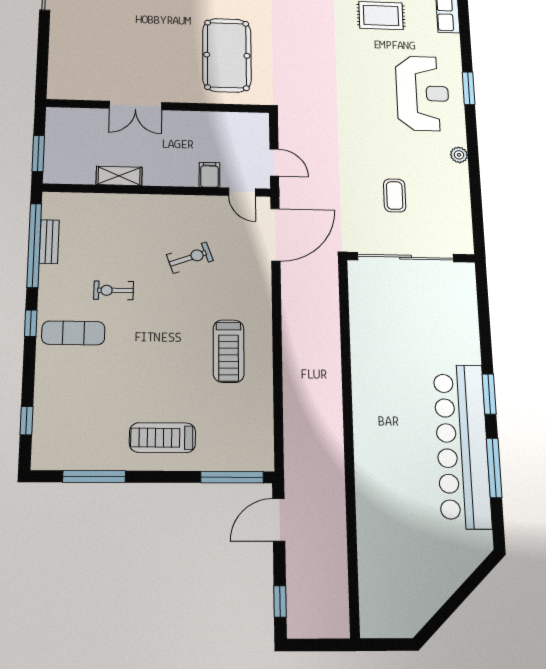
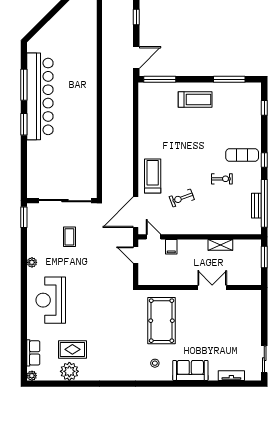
window: (469, 88) -> (24, 217), moved
treadmill: (229, 351) -> (153, 176), moved

